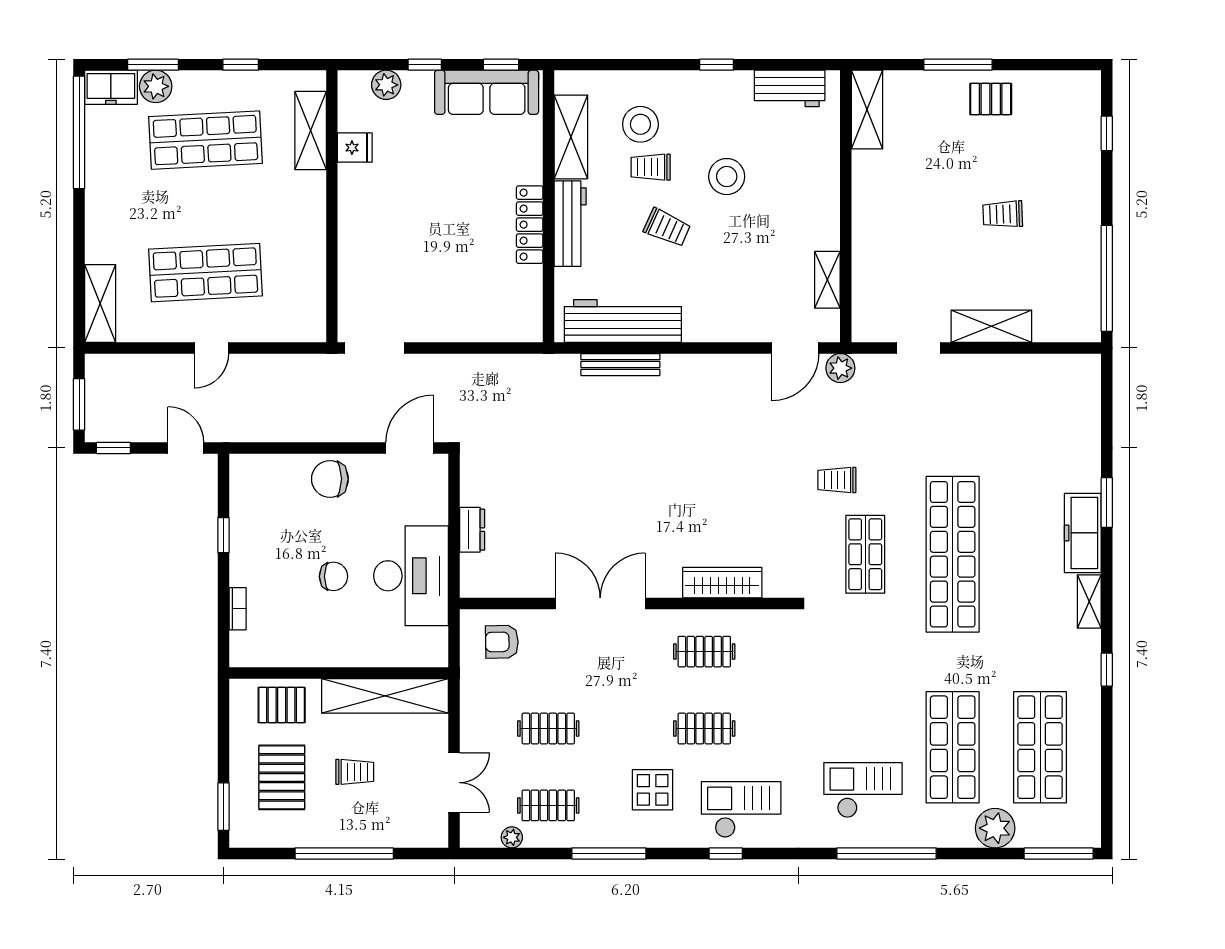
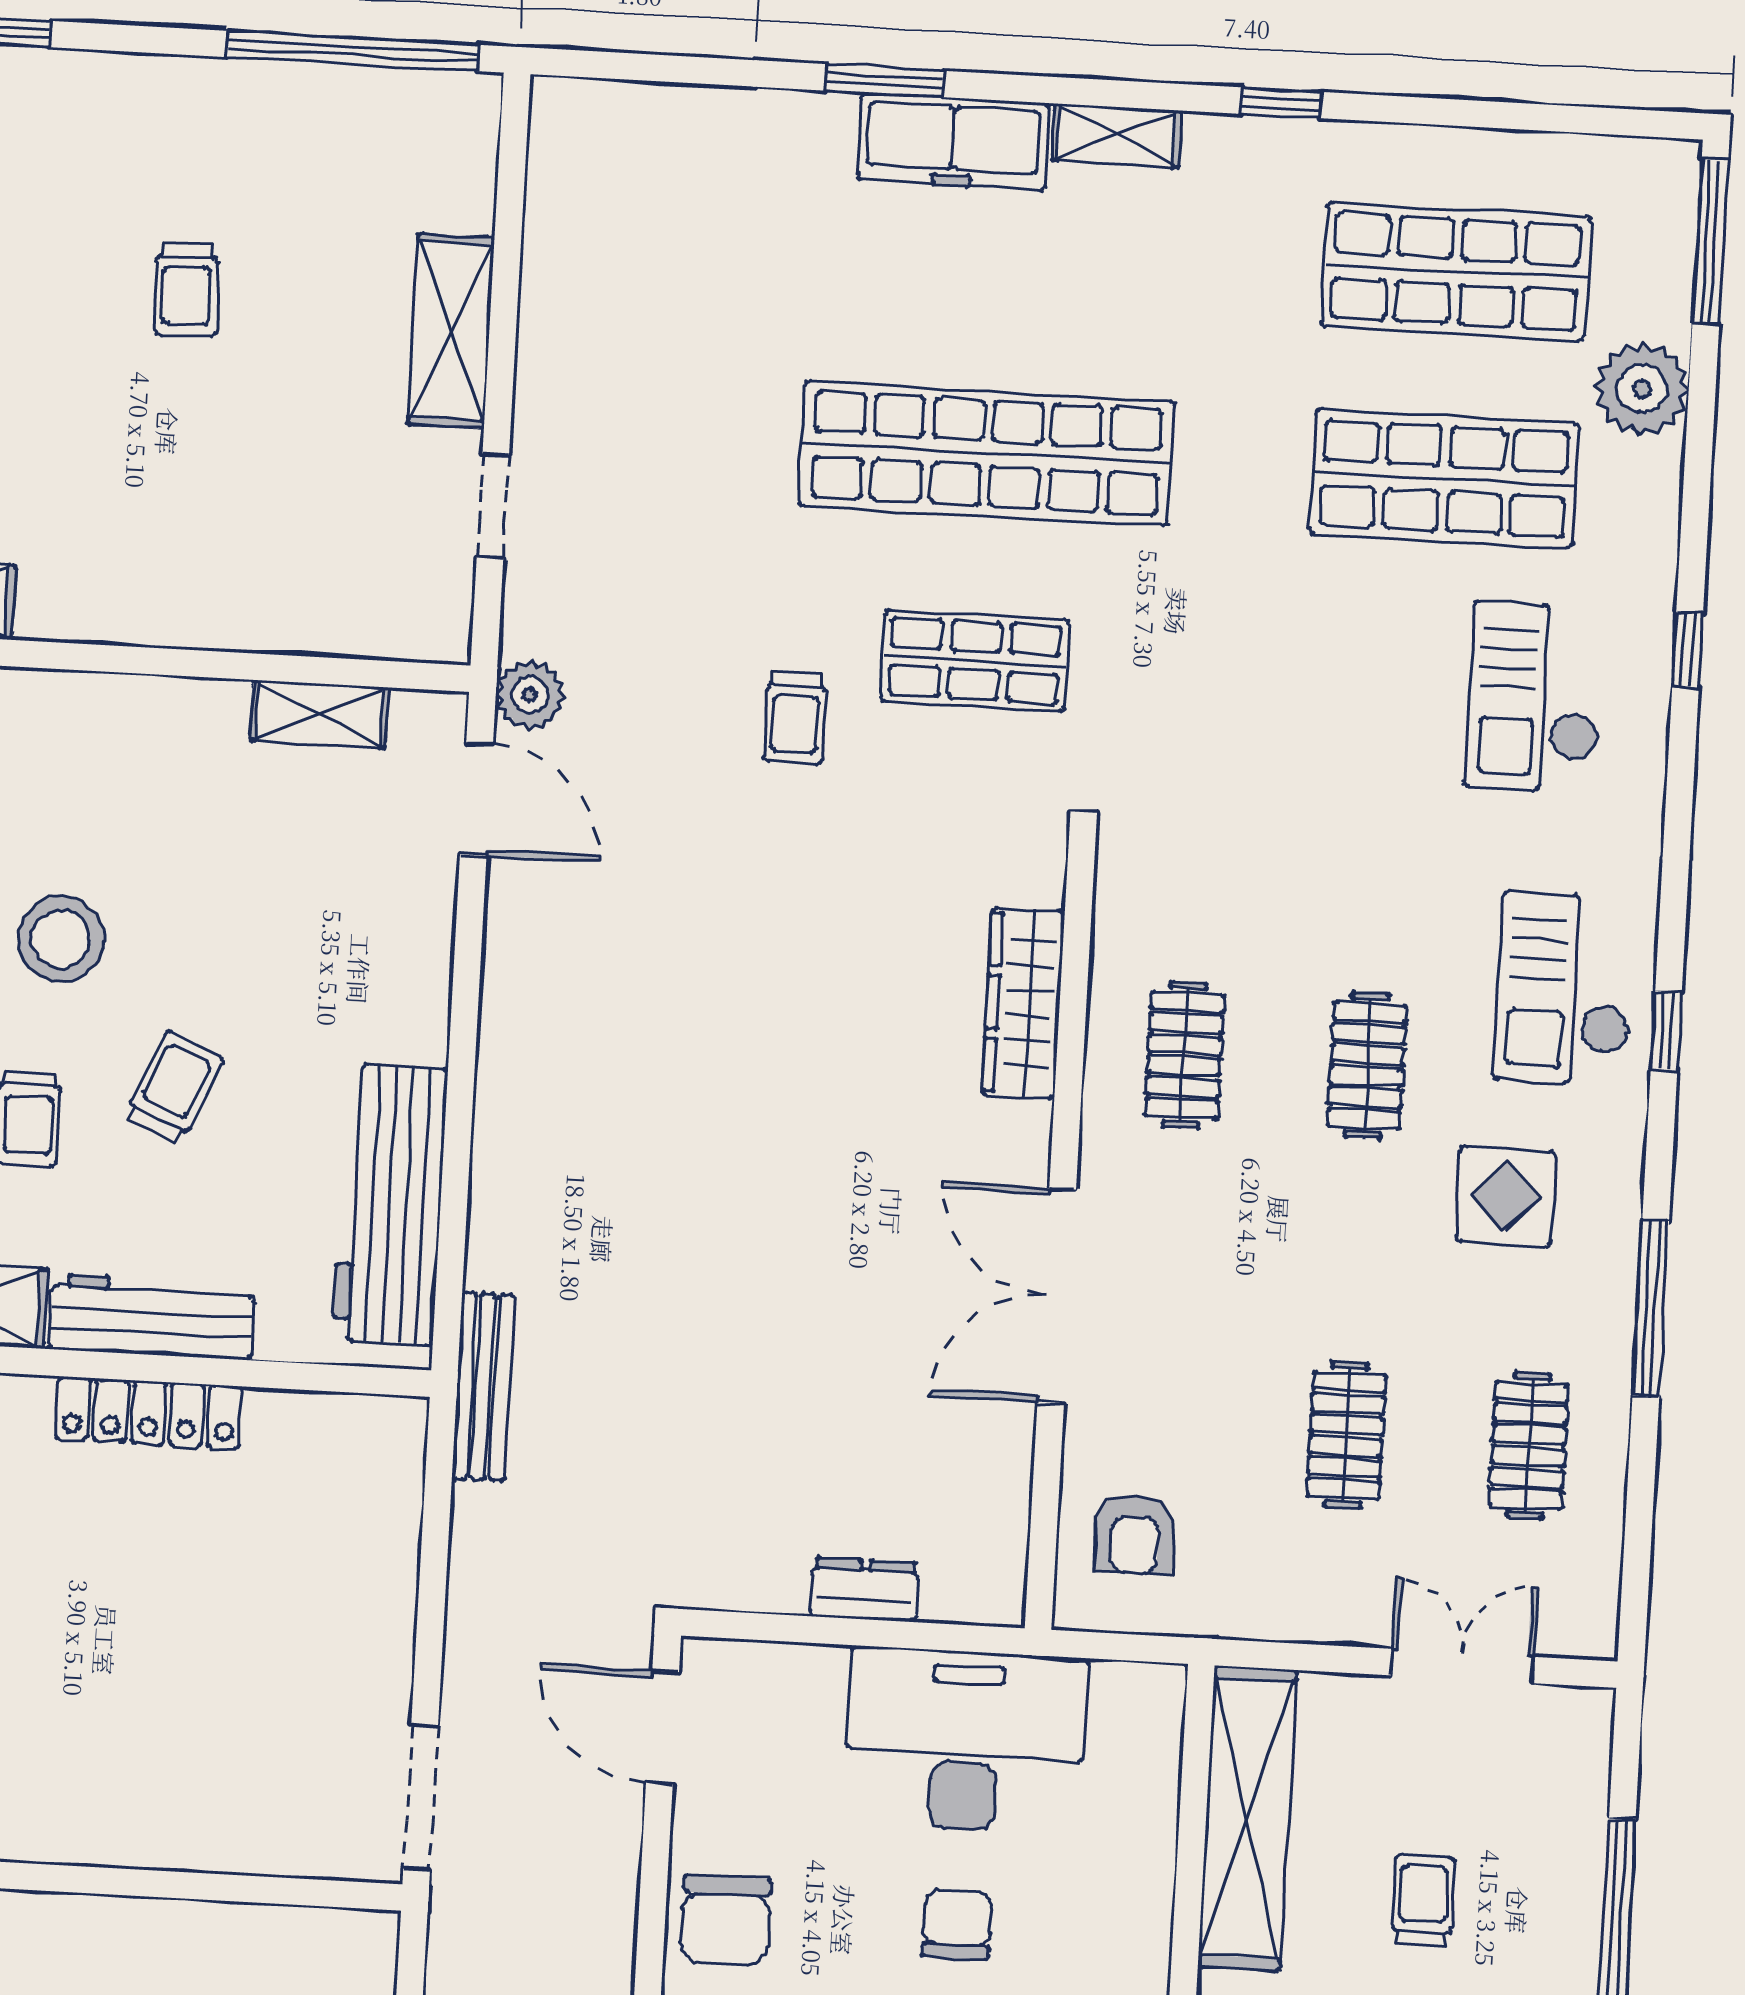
bench: (620, 365) -> (483, 1387), moved
plant: (512, 837) -> (1600, 1536), removed
window: (887, 853) -> (1688, 650), width x0.32

